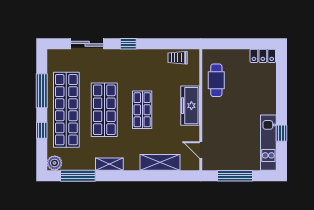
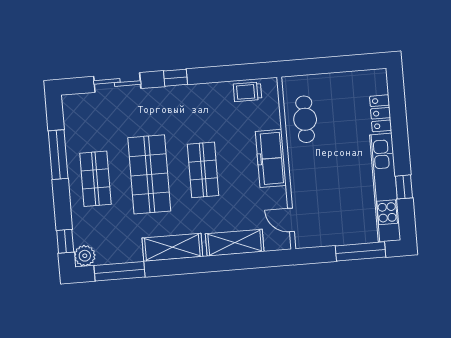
locker: (263, 56) -> (381, 113), moved, turned 90
shop shelf: (66, 110) -> (95, 179), width x0.50, depth x0.74
window: (42, 130) -> (65, 241), moved
kitchen unit: (268, 143) -> (385, 188), width x1.36
shelving: (109, 164) -> (172, 247), width x1.50, depth x1.33
window: (235, 176) -> (360, 251), moved

